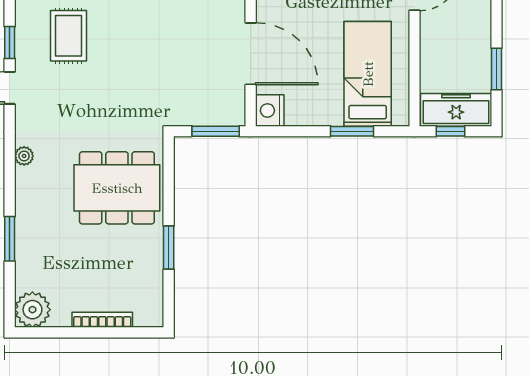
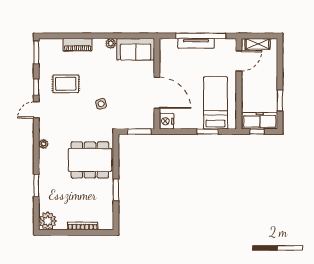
rug: (68, 36) -> (66, 84), turned 90
side table: (139, 76) -> (101, 104), added

